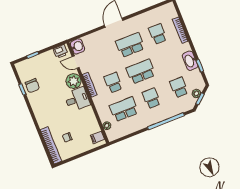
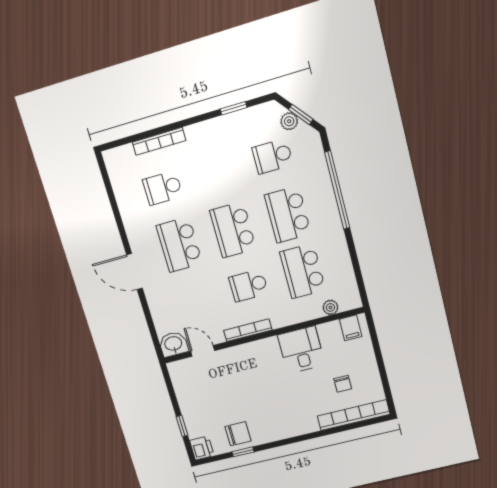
printer: (60, 51) -> (202, 448), moved
washbasin: (190, 61) -> (222, 128), removed
door: (76, 62) -> (203, 351), swing flipped
plant: (74, 81) -> (238, 359), removed
school desk: (151, 98) -> (288, 215), width x1.85
desk: (77, 99) -> (301, 350), moved

